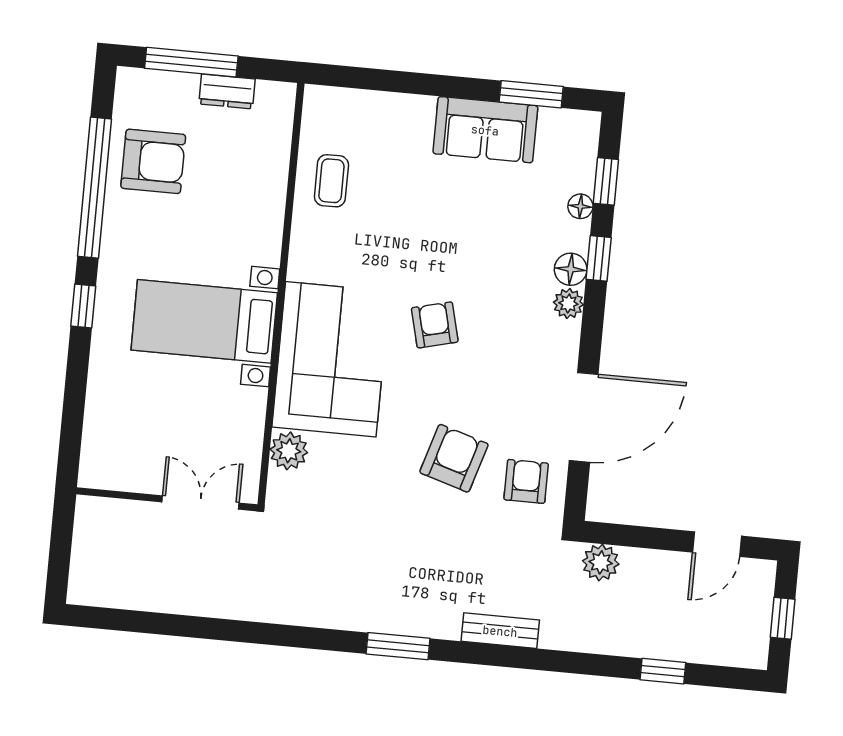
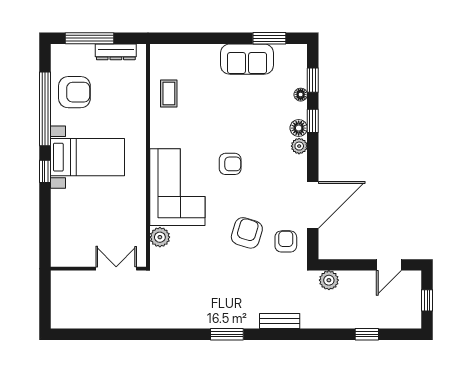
dresser: (227, 91) -> (116, 52), width x1.44
bed with nightstands: (204, 321) -> (88, 157), moved, turned 180
armchair: (435, 325) -> (230, 164), turned 104

